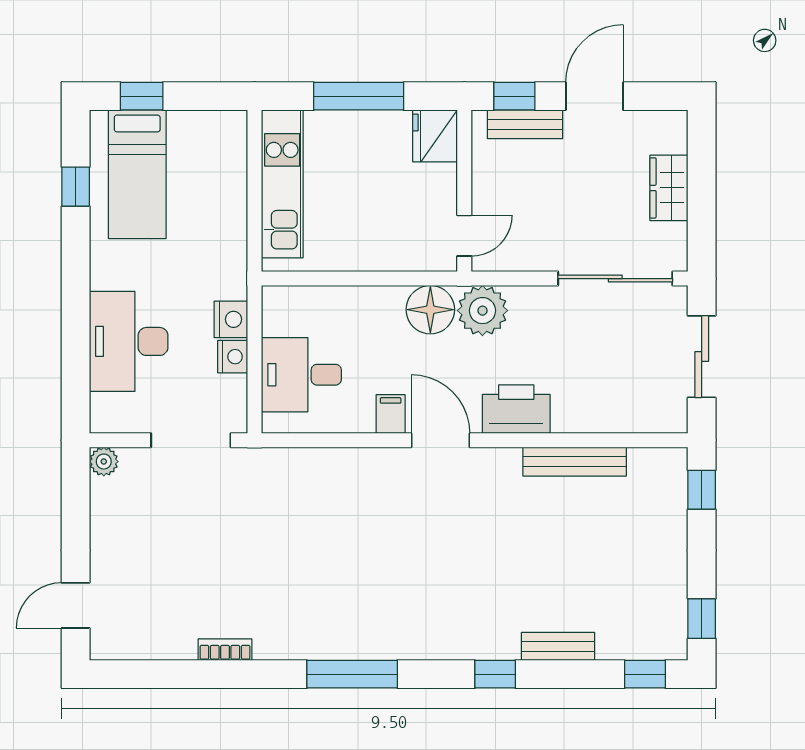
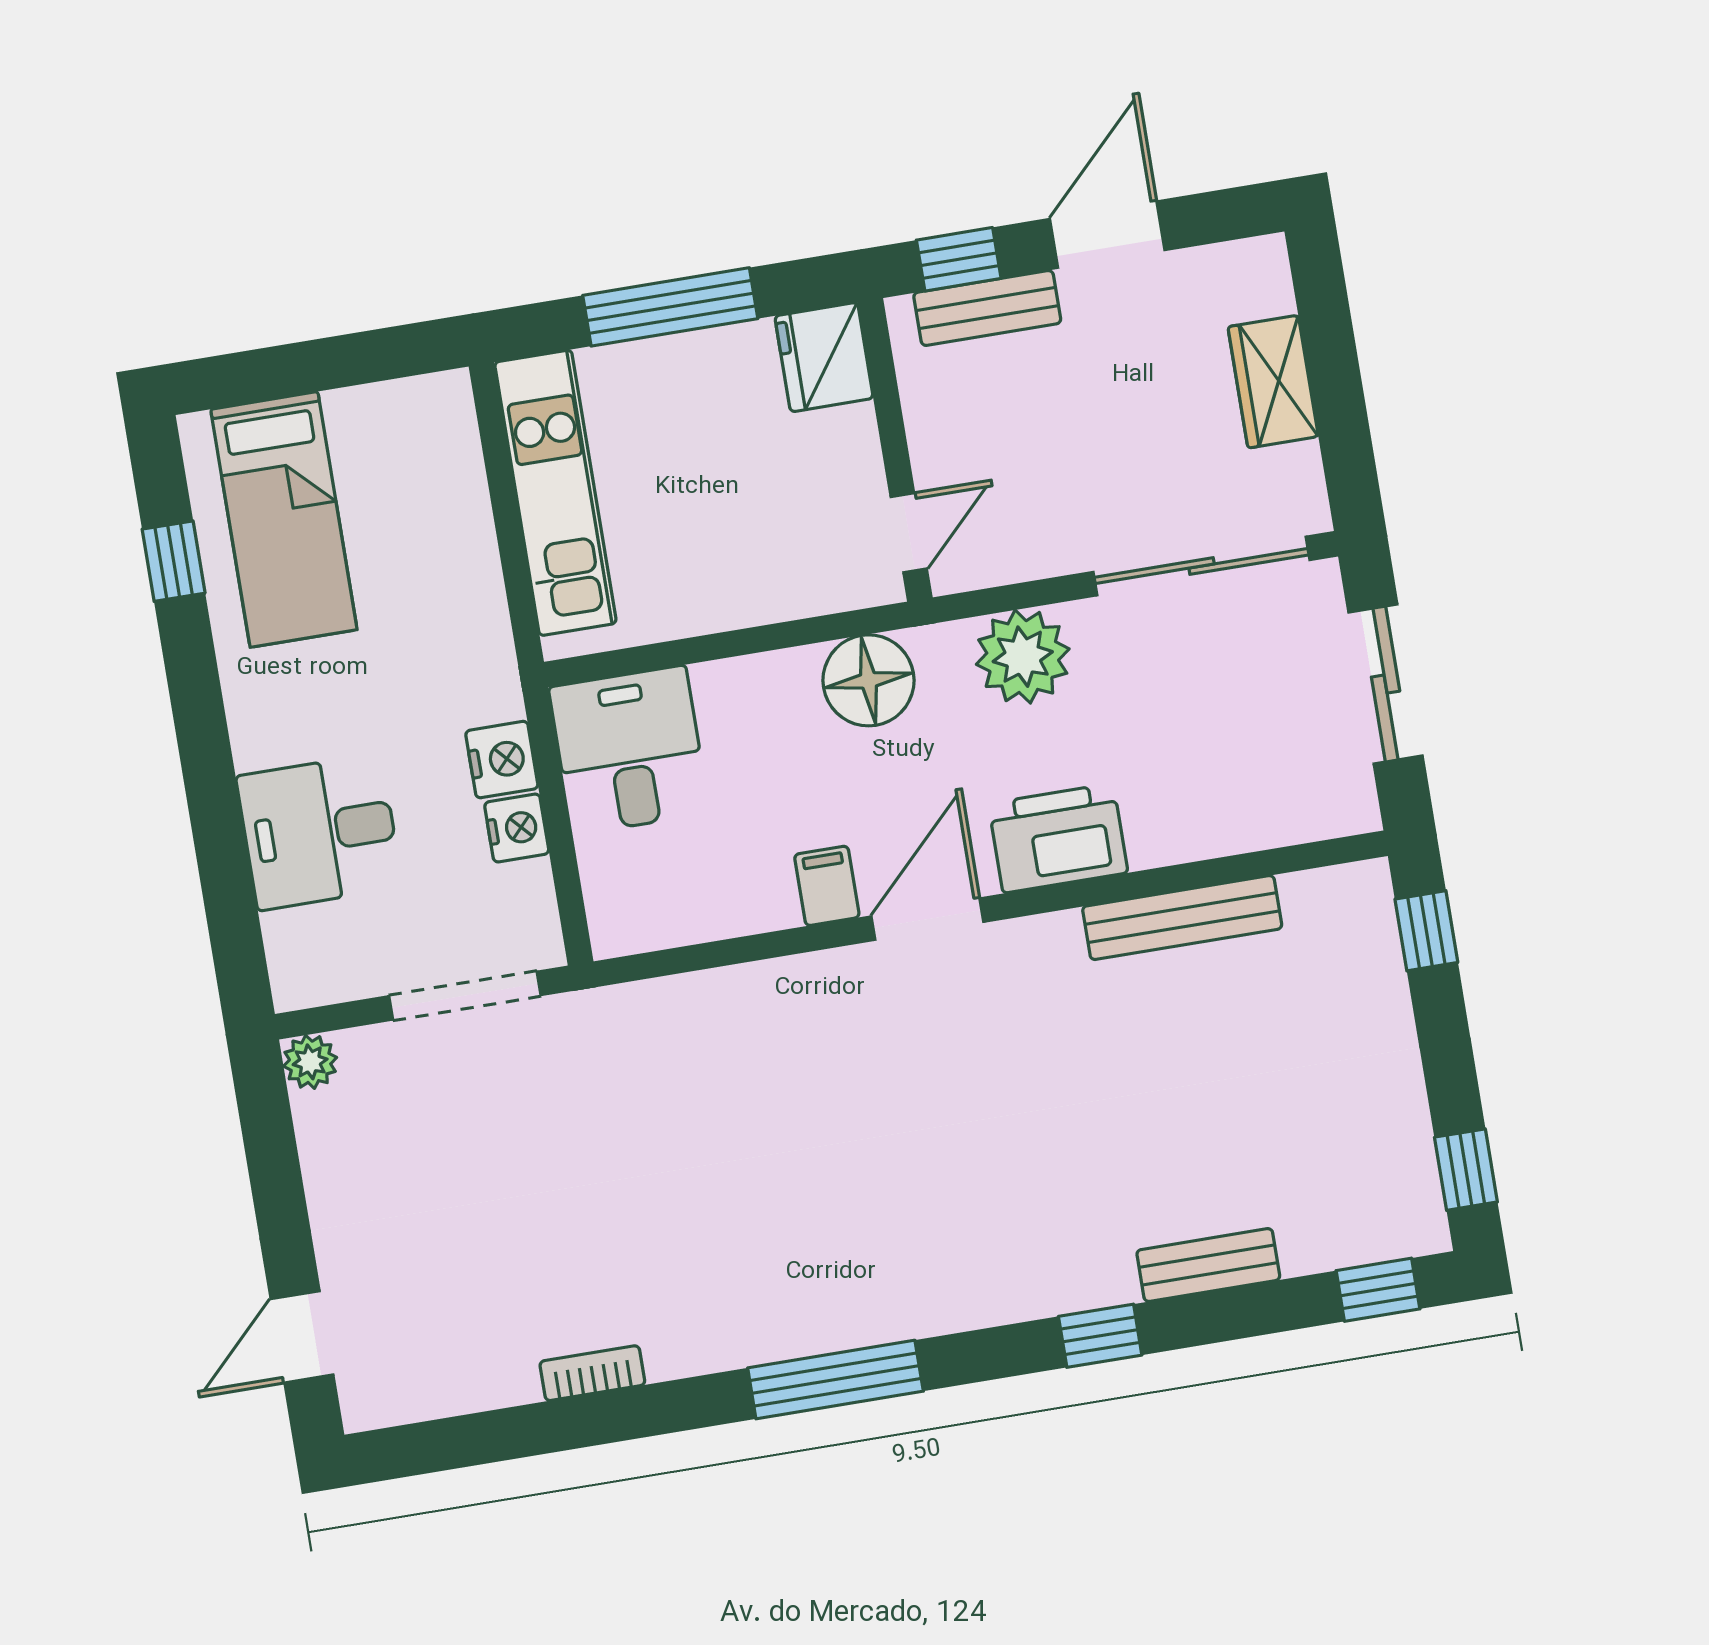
window: (142, 96) -> (268, 374), removed
plant: (482, 311) -> (1023, 657), moved
desk: (129, 341) -> (319, 832), width x0.73
desk: (301, 375) -> (629, 750), moved, turned 90
door: (441, 440) -> (927, 919), hinge flipped

